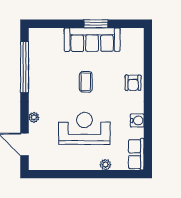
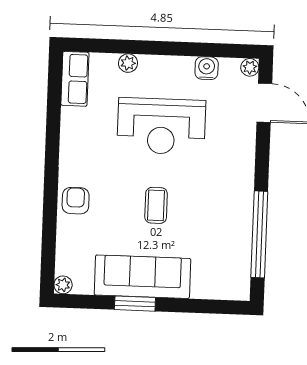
plant: (139, 33) -> (63, 285), added
plant: (34, 117) -> (250, 67), moved
water cooler: (137, 120) -> (207, 68), moved, turned 90

